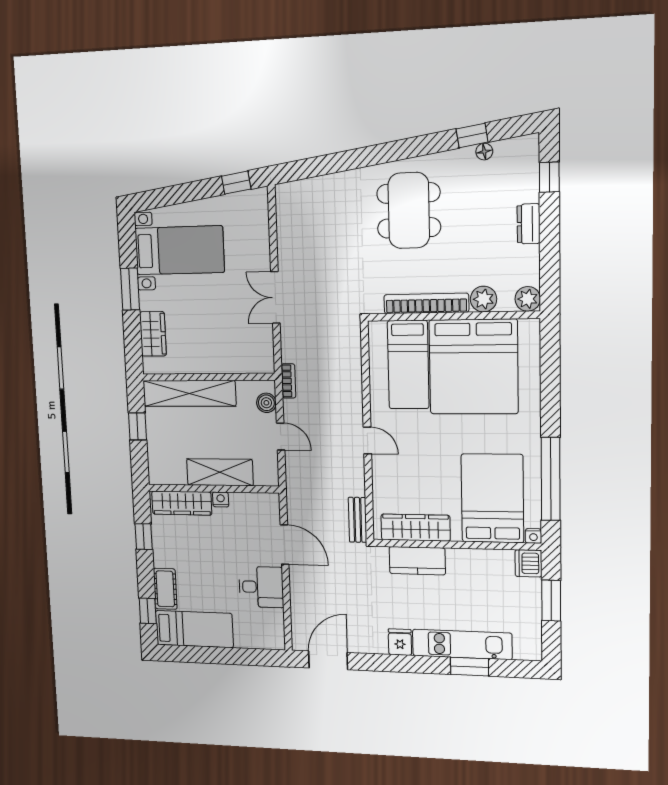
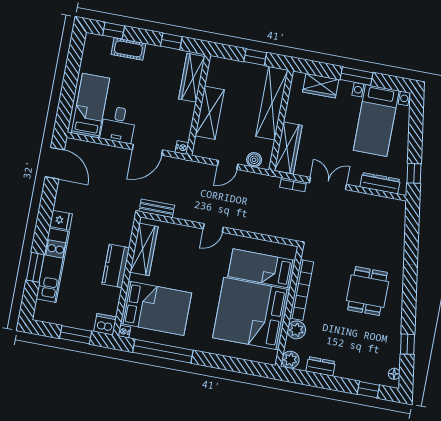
floor lamp: (484, 152) -> (394, 374), moved
dining table: (409, 210) -> (367, 291), width x0.73
dresser: (529, 224) -> (321, 366), moved
dresser: (259, 226) -> (380, 183), added
wardrobe: (241, 361) -> (288, 148), added
bookcase: (288, 381) -> (293, 185), moved
nightstand: (221, 499) -> (182, 148), moved
kitchen counter: (417, 561) -> (116, 266), moved
bed: (194, 629) -> (91, 106), moved, turned 180

